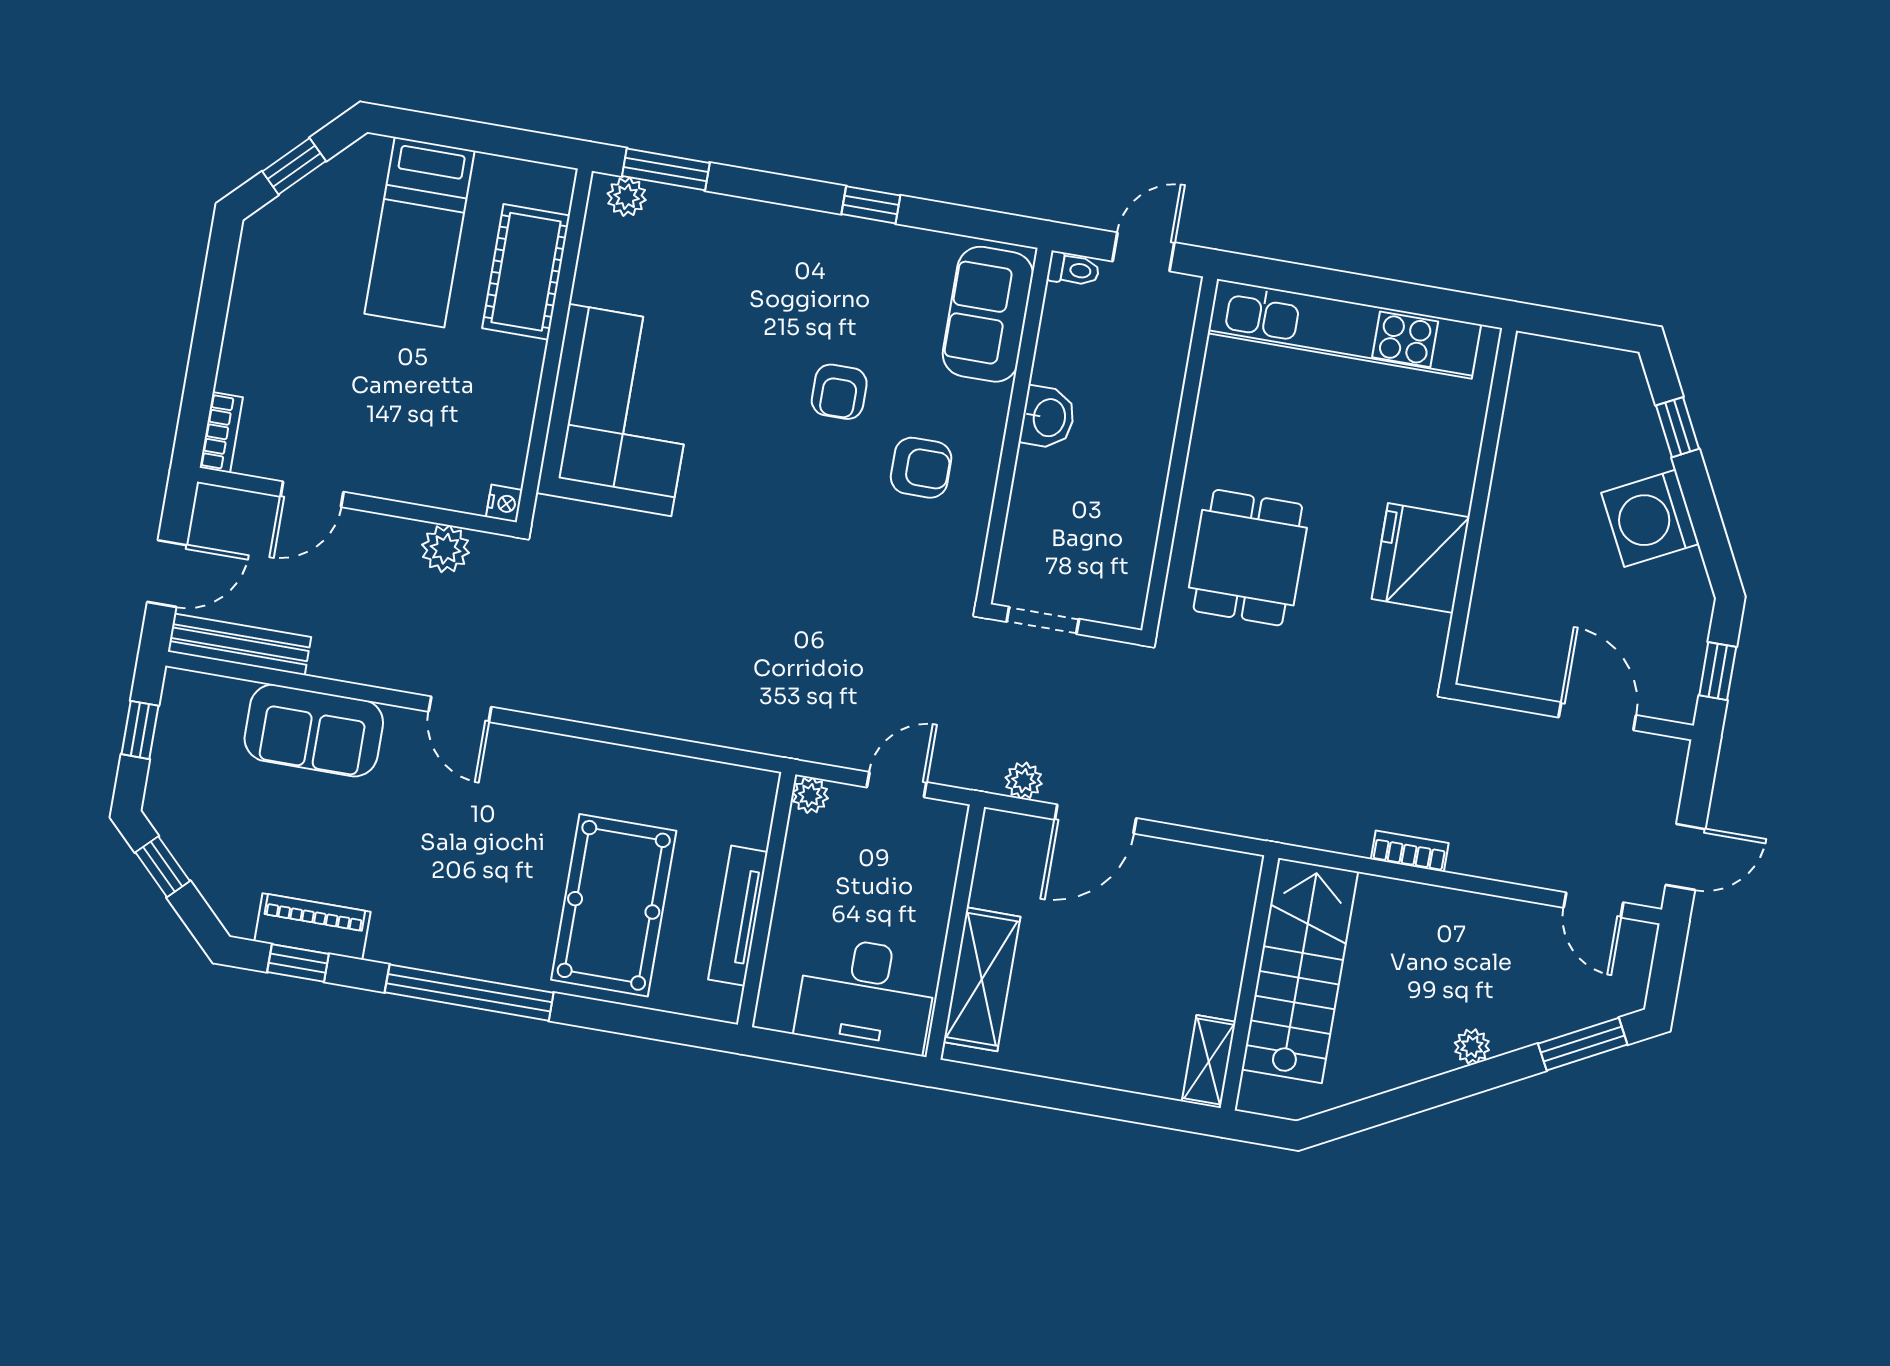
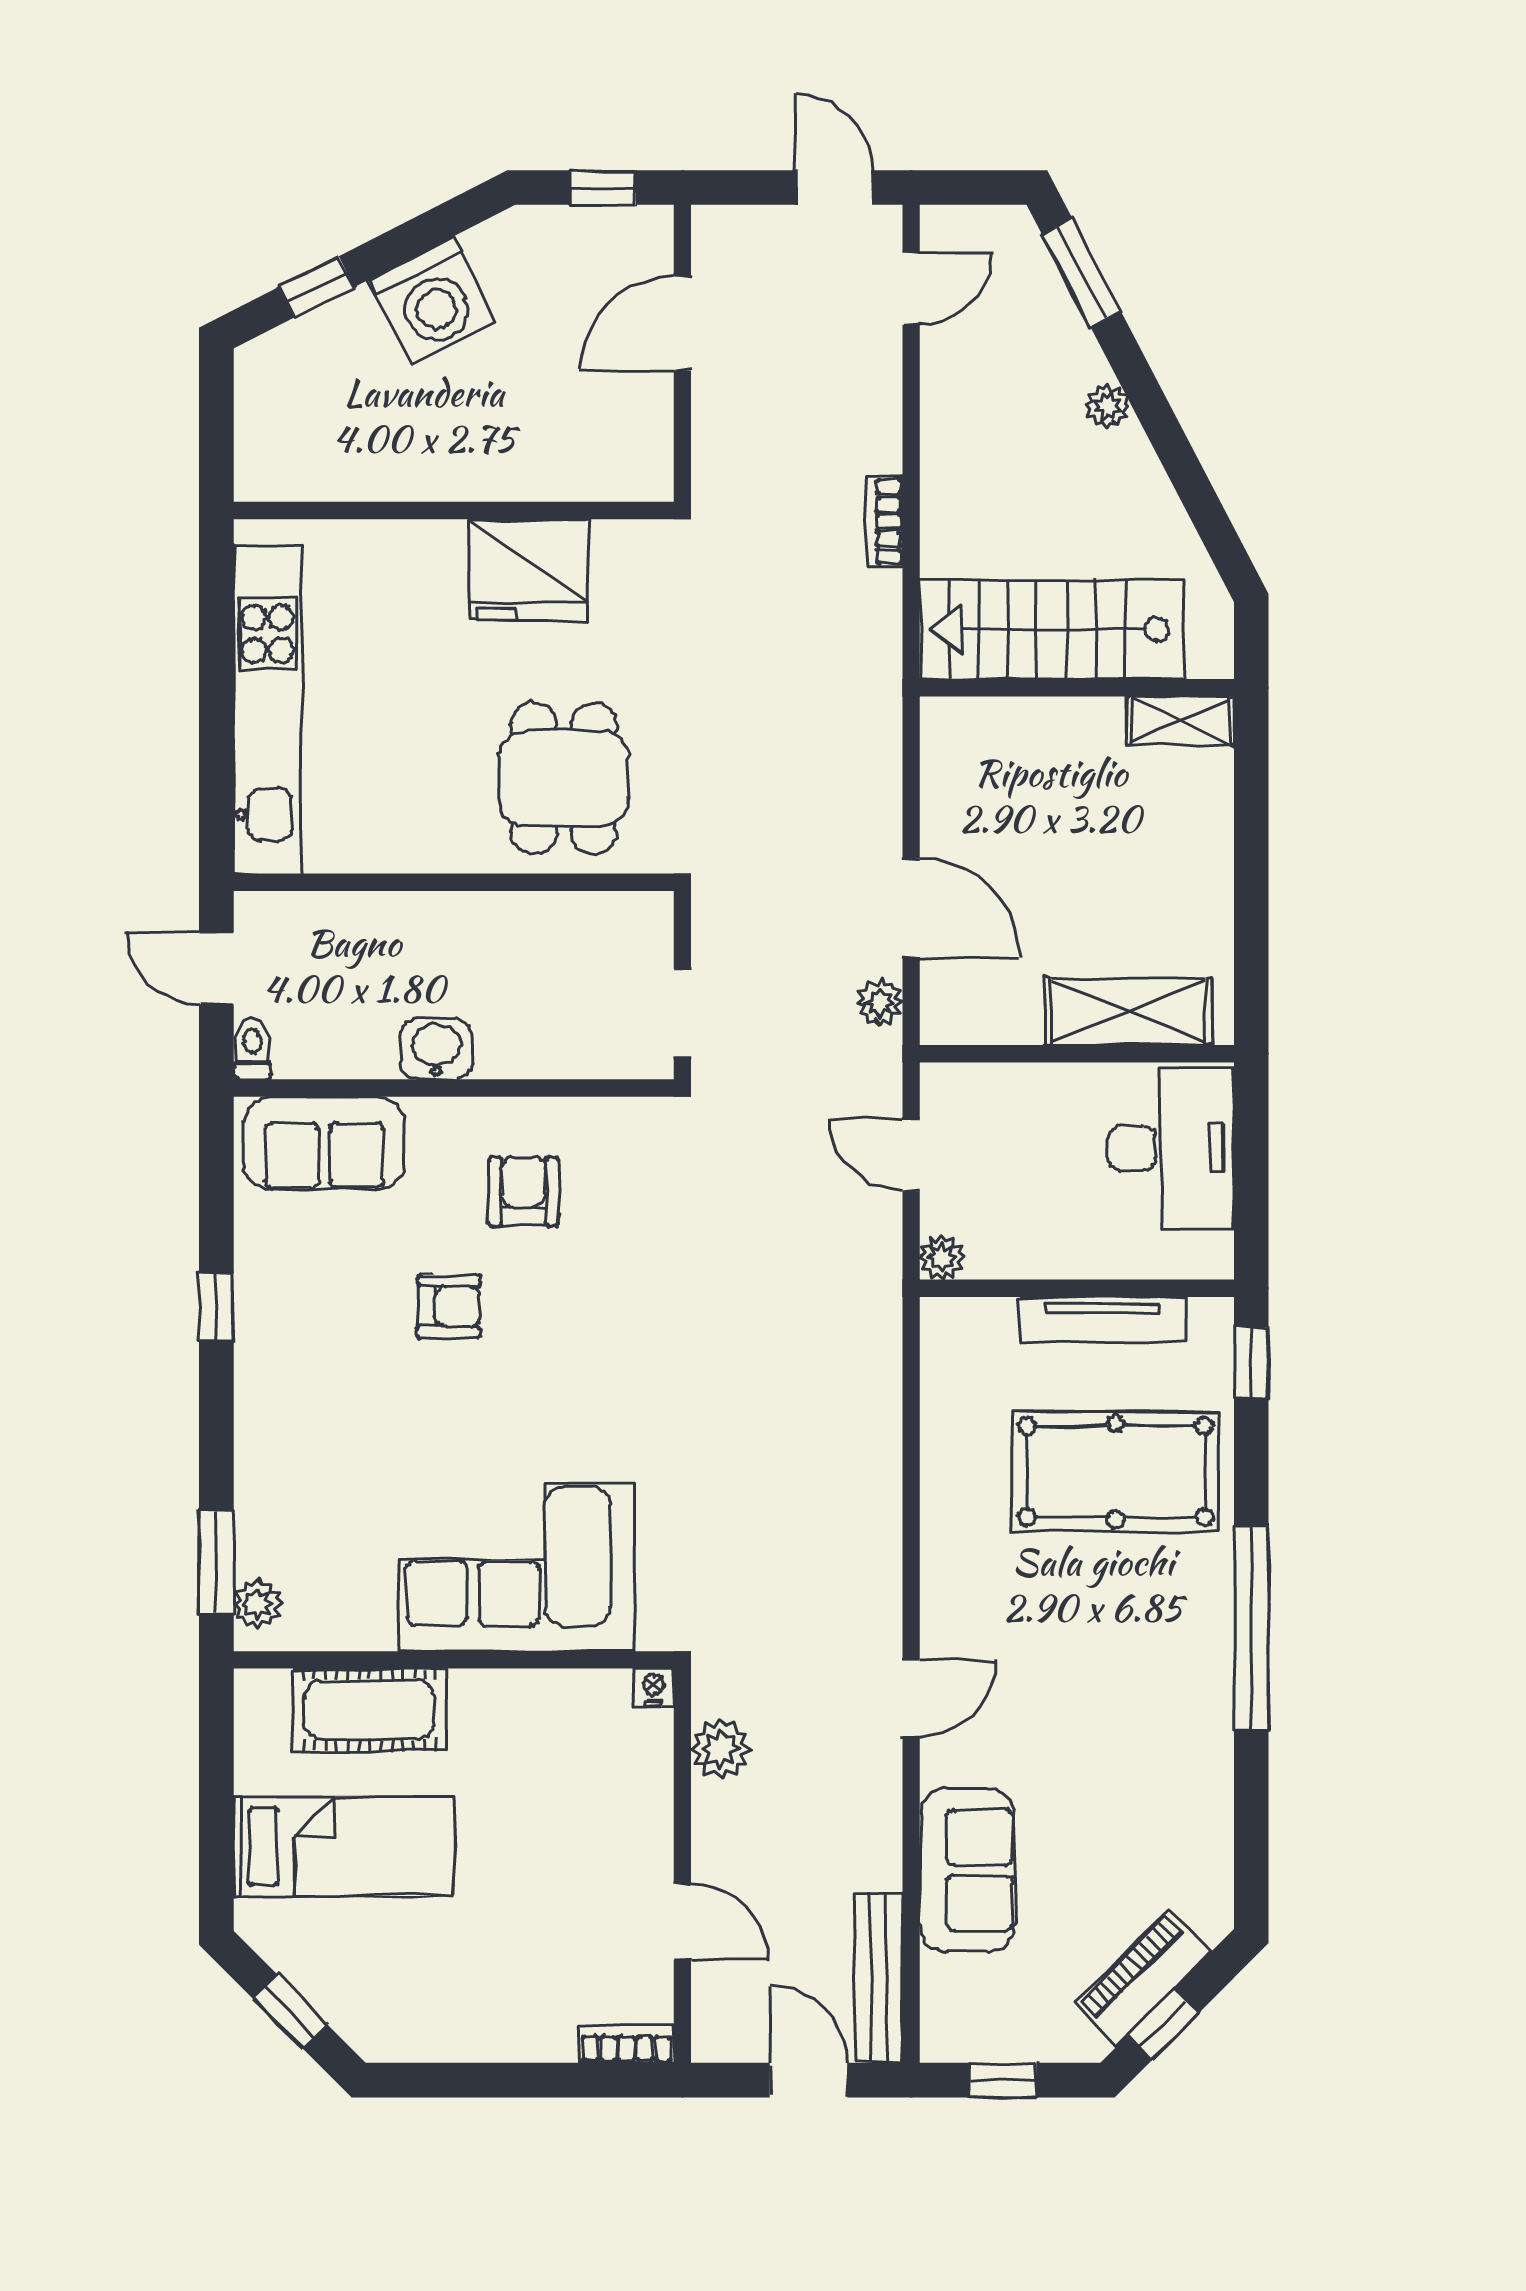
dining table: (1248, 558) -> (564, 778), turned 90
piano: (312, 926) -> (1143, 1978), moved, turned 45
window: (298, 963) -> (1251, 1363), moved

